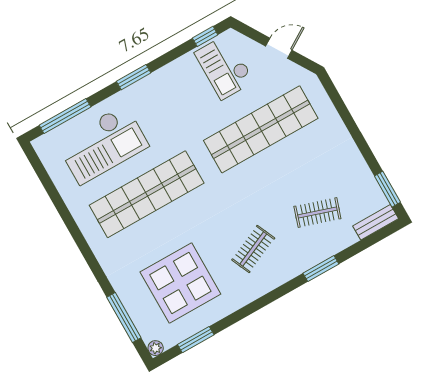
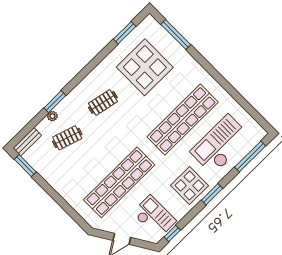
display table: (162, 98) -> (190, 186), added
clothes rail: (253, 249) -> (103, 102), turned 36
plant: (156, 348) -> (52, 116), moved

